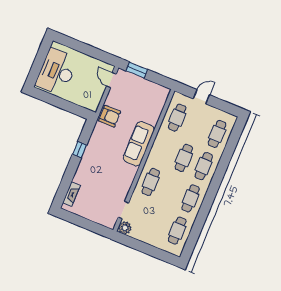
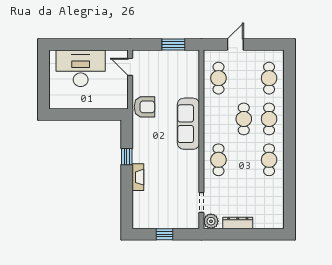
window: (137, 70) -> (173, 45), moved
desk: (57, 72) -> (81, 68), moved, turned 90
fireplace: (71, 194) -> (138, 177), moved
window: (84, 223) -> (165, 234), added
cafe table: (177, 231) -> (269, 201), removed
dresser: (145, 238) -> (238, 223), added

